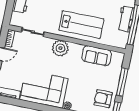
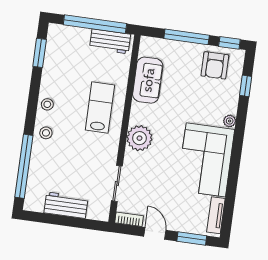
workbench: (126, 19) -> (110, 41), moved
lab bench: (81, 25) -> (100, 108), width x0.73, depth x0.72

